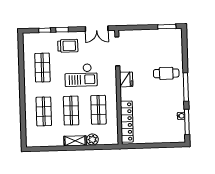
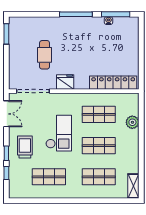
cafe table: (166, 73) -> (45, 55), moved
shelving: (75, 141) -> (133, 186), moved

